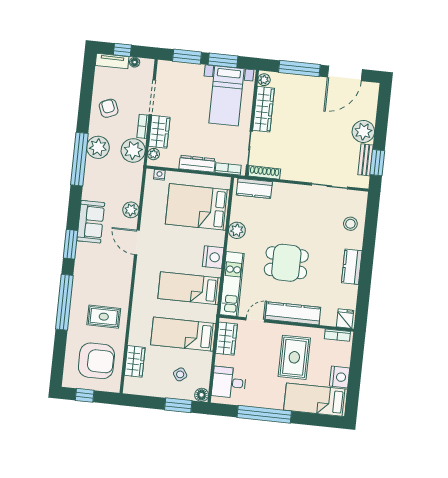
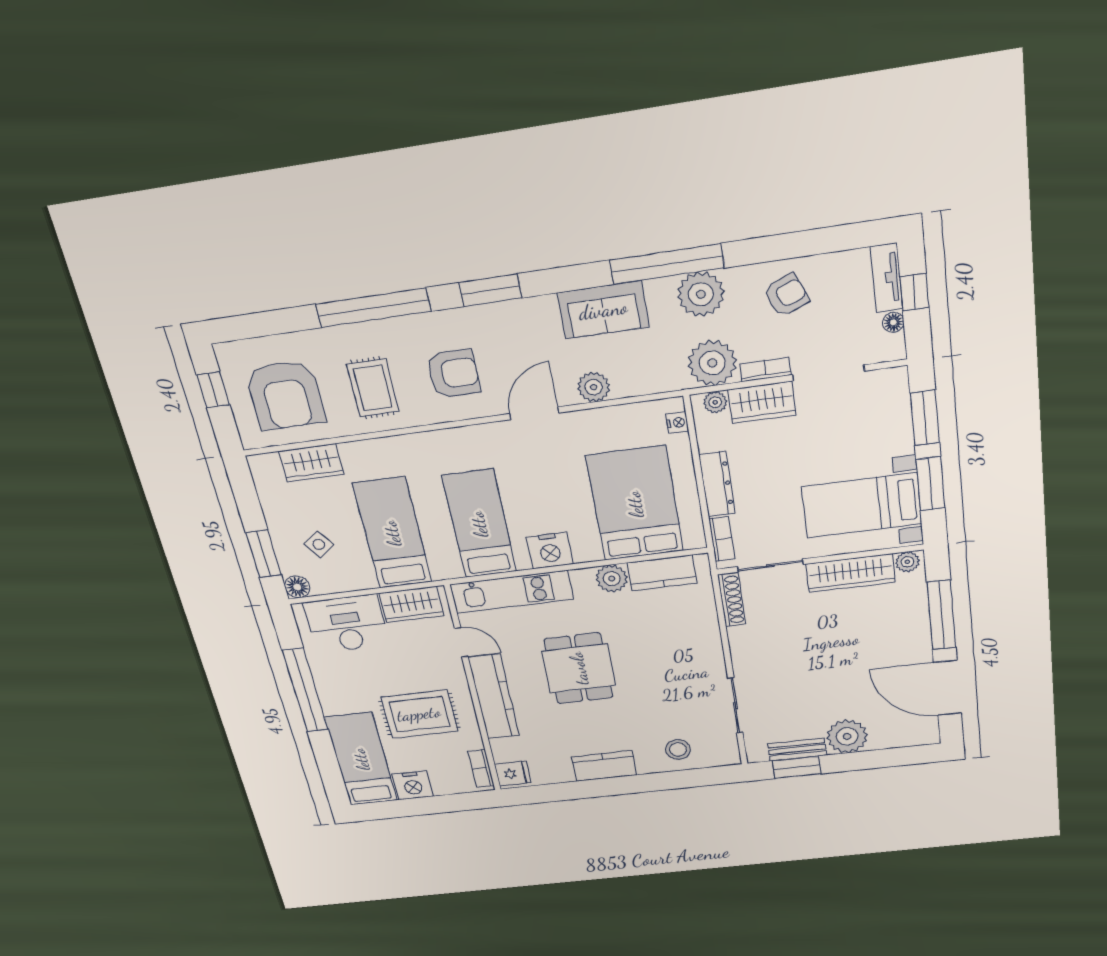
kitchen counter: (254, 188) -> (662, 573), moved, turned -90
sofa: (91, 222) -> (603, 310), moved
armchair: (107, 275) -> (453, 373), added
desk: (229, 382) -> (347, 624), width x1.37

